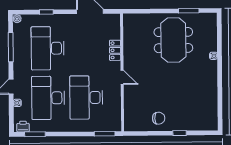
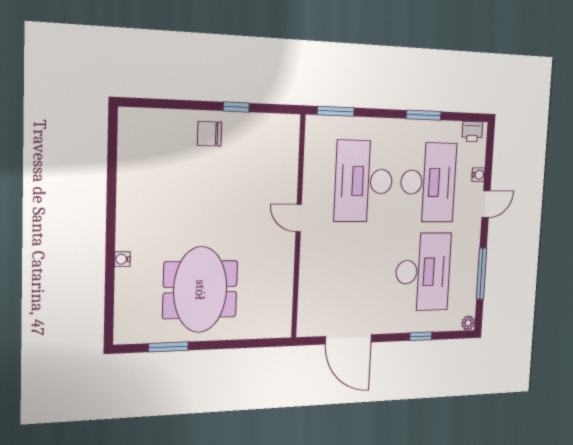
locker: (115, 50) -> (309, 269), removed
desk: (86, 98) -> (364, 181), turned 180
chair: (159, 118) -> (209, 134), moved
window: (180, 133) -> (236, 107), moved
window: (35, 134) -> (424, 115), moved

